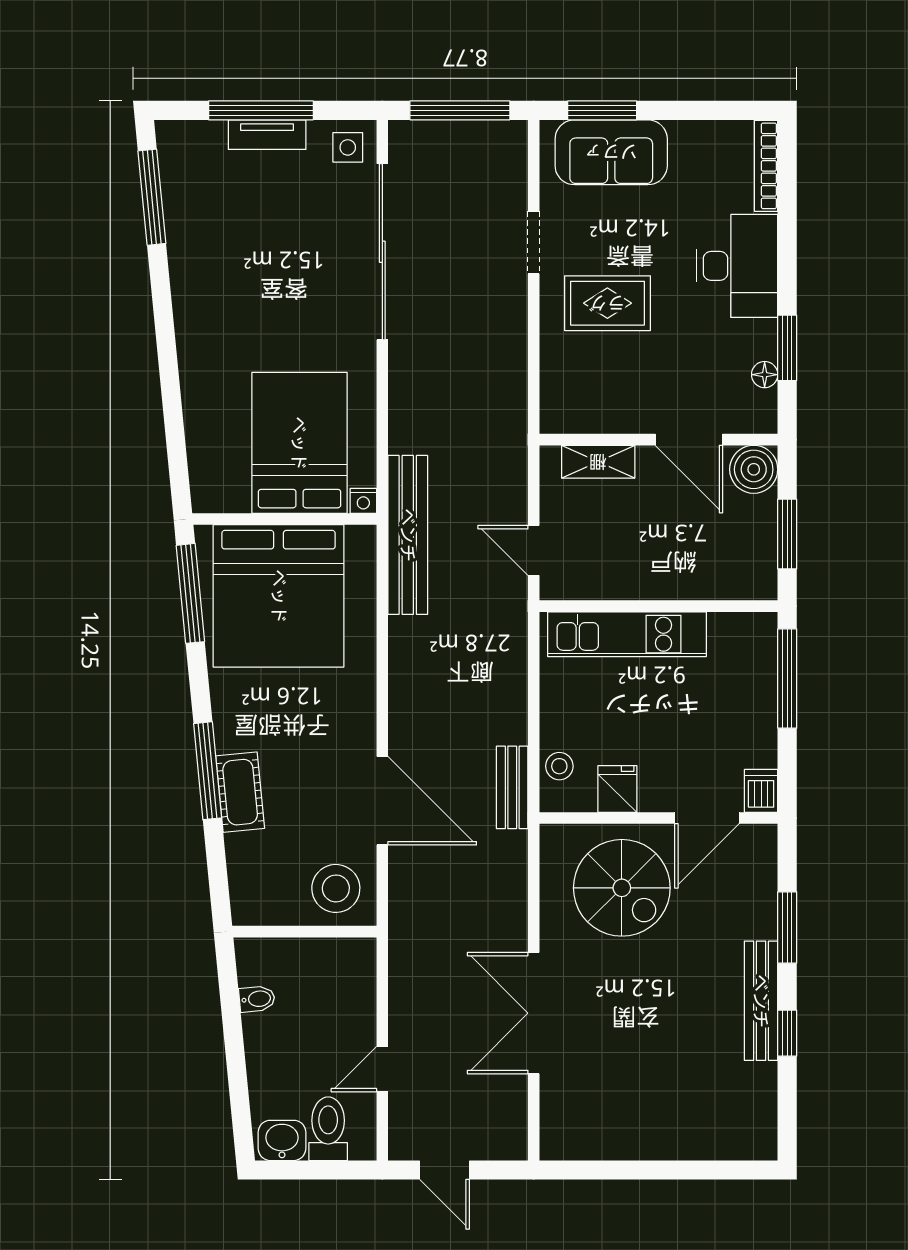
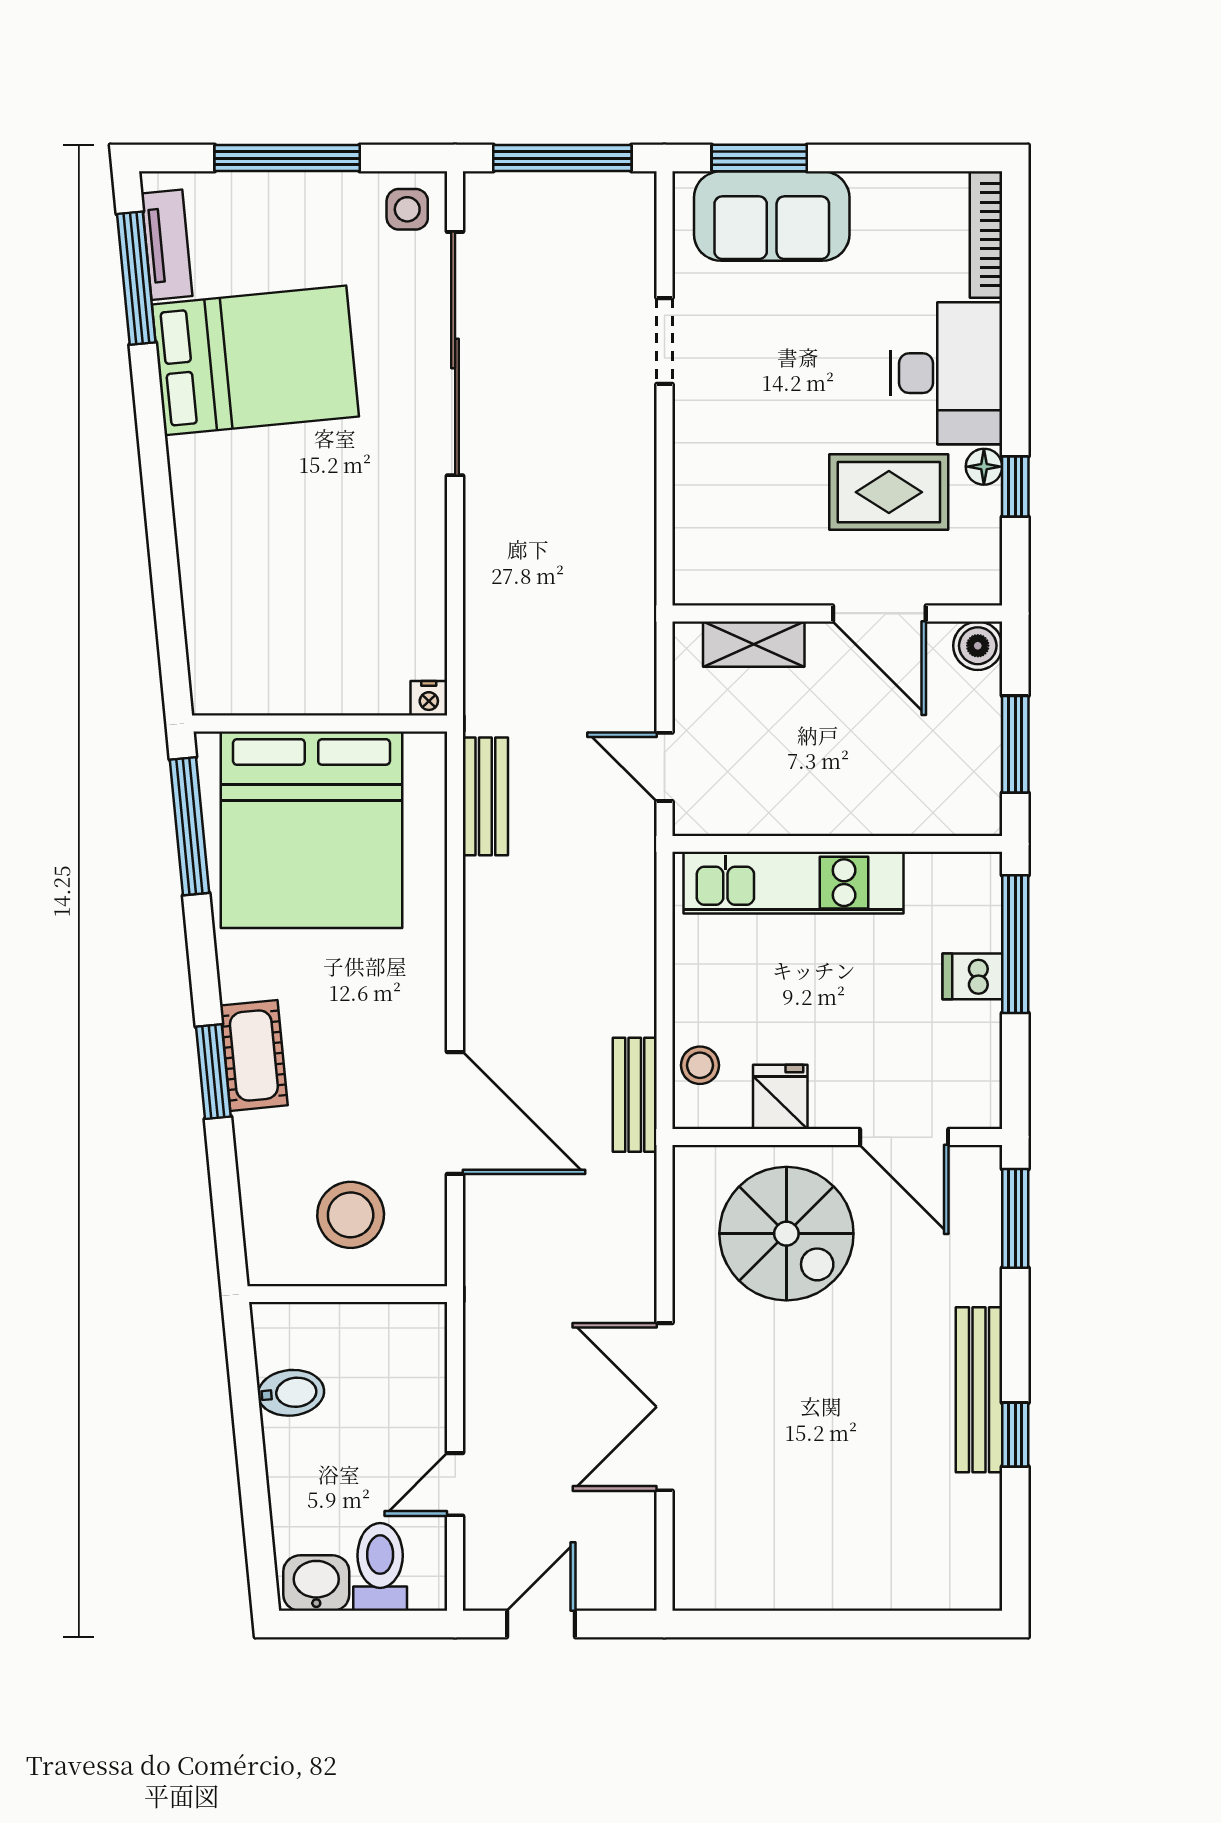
tv unit: (267, 135) -> (167, 245), moved, turned -96
rug: (607, 303) -> (889, 492), moved
window: (787, 348) -> (1015, 487), width x0.67
floor lamp: (765, 375) -> (984, 467), moved
bed: (299, 443) -> (255, 360), moved, turned 84
boiler: (754, 469) -> (978, 646), width x0.73, depth x0.73
bench: (408, 535) -> (485, 796), width x0.54, depth x0.82
window: (208, 771) -> (213, 1072), width x0.69
dishwasher: (761, 791) -> (972, 976), moved, turned -90
cot: (240, 792) -> (254, 1055), moved
door: (707, 818) -> (904, 1137), hinge flipped
stool: (336, 888) -> (351, 1215), moved
window: (787, 927) -> (1015, 1218), moved
bidet: (257, 999) -> (291, 1393), width x1.38, depth x1.36
door: (444, 1170) -> (541, 1624), swing flipped

